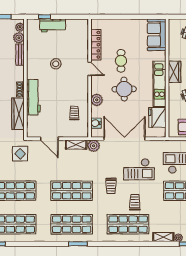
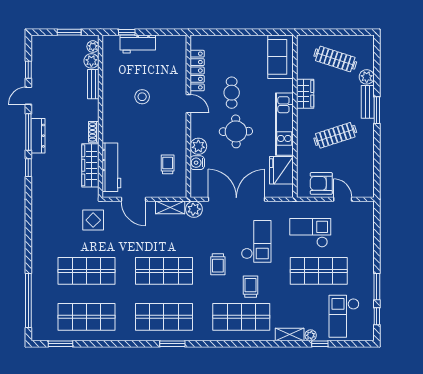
wardrobe: (175, 72) -> (305, 94), moved
workbench: (33, 97) -> (111, 167), moved
water cooler: (96, 123) -> (197, 163), moved
checkout: (139, 169) -> (256, 241), turned -90

